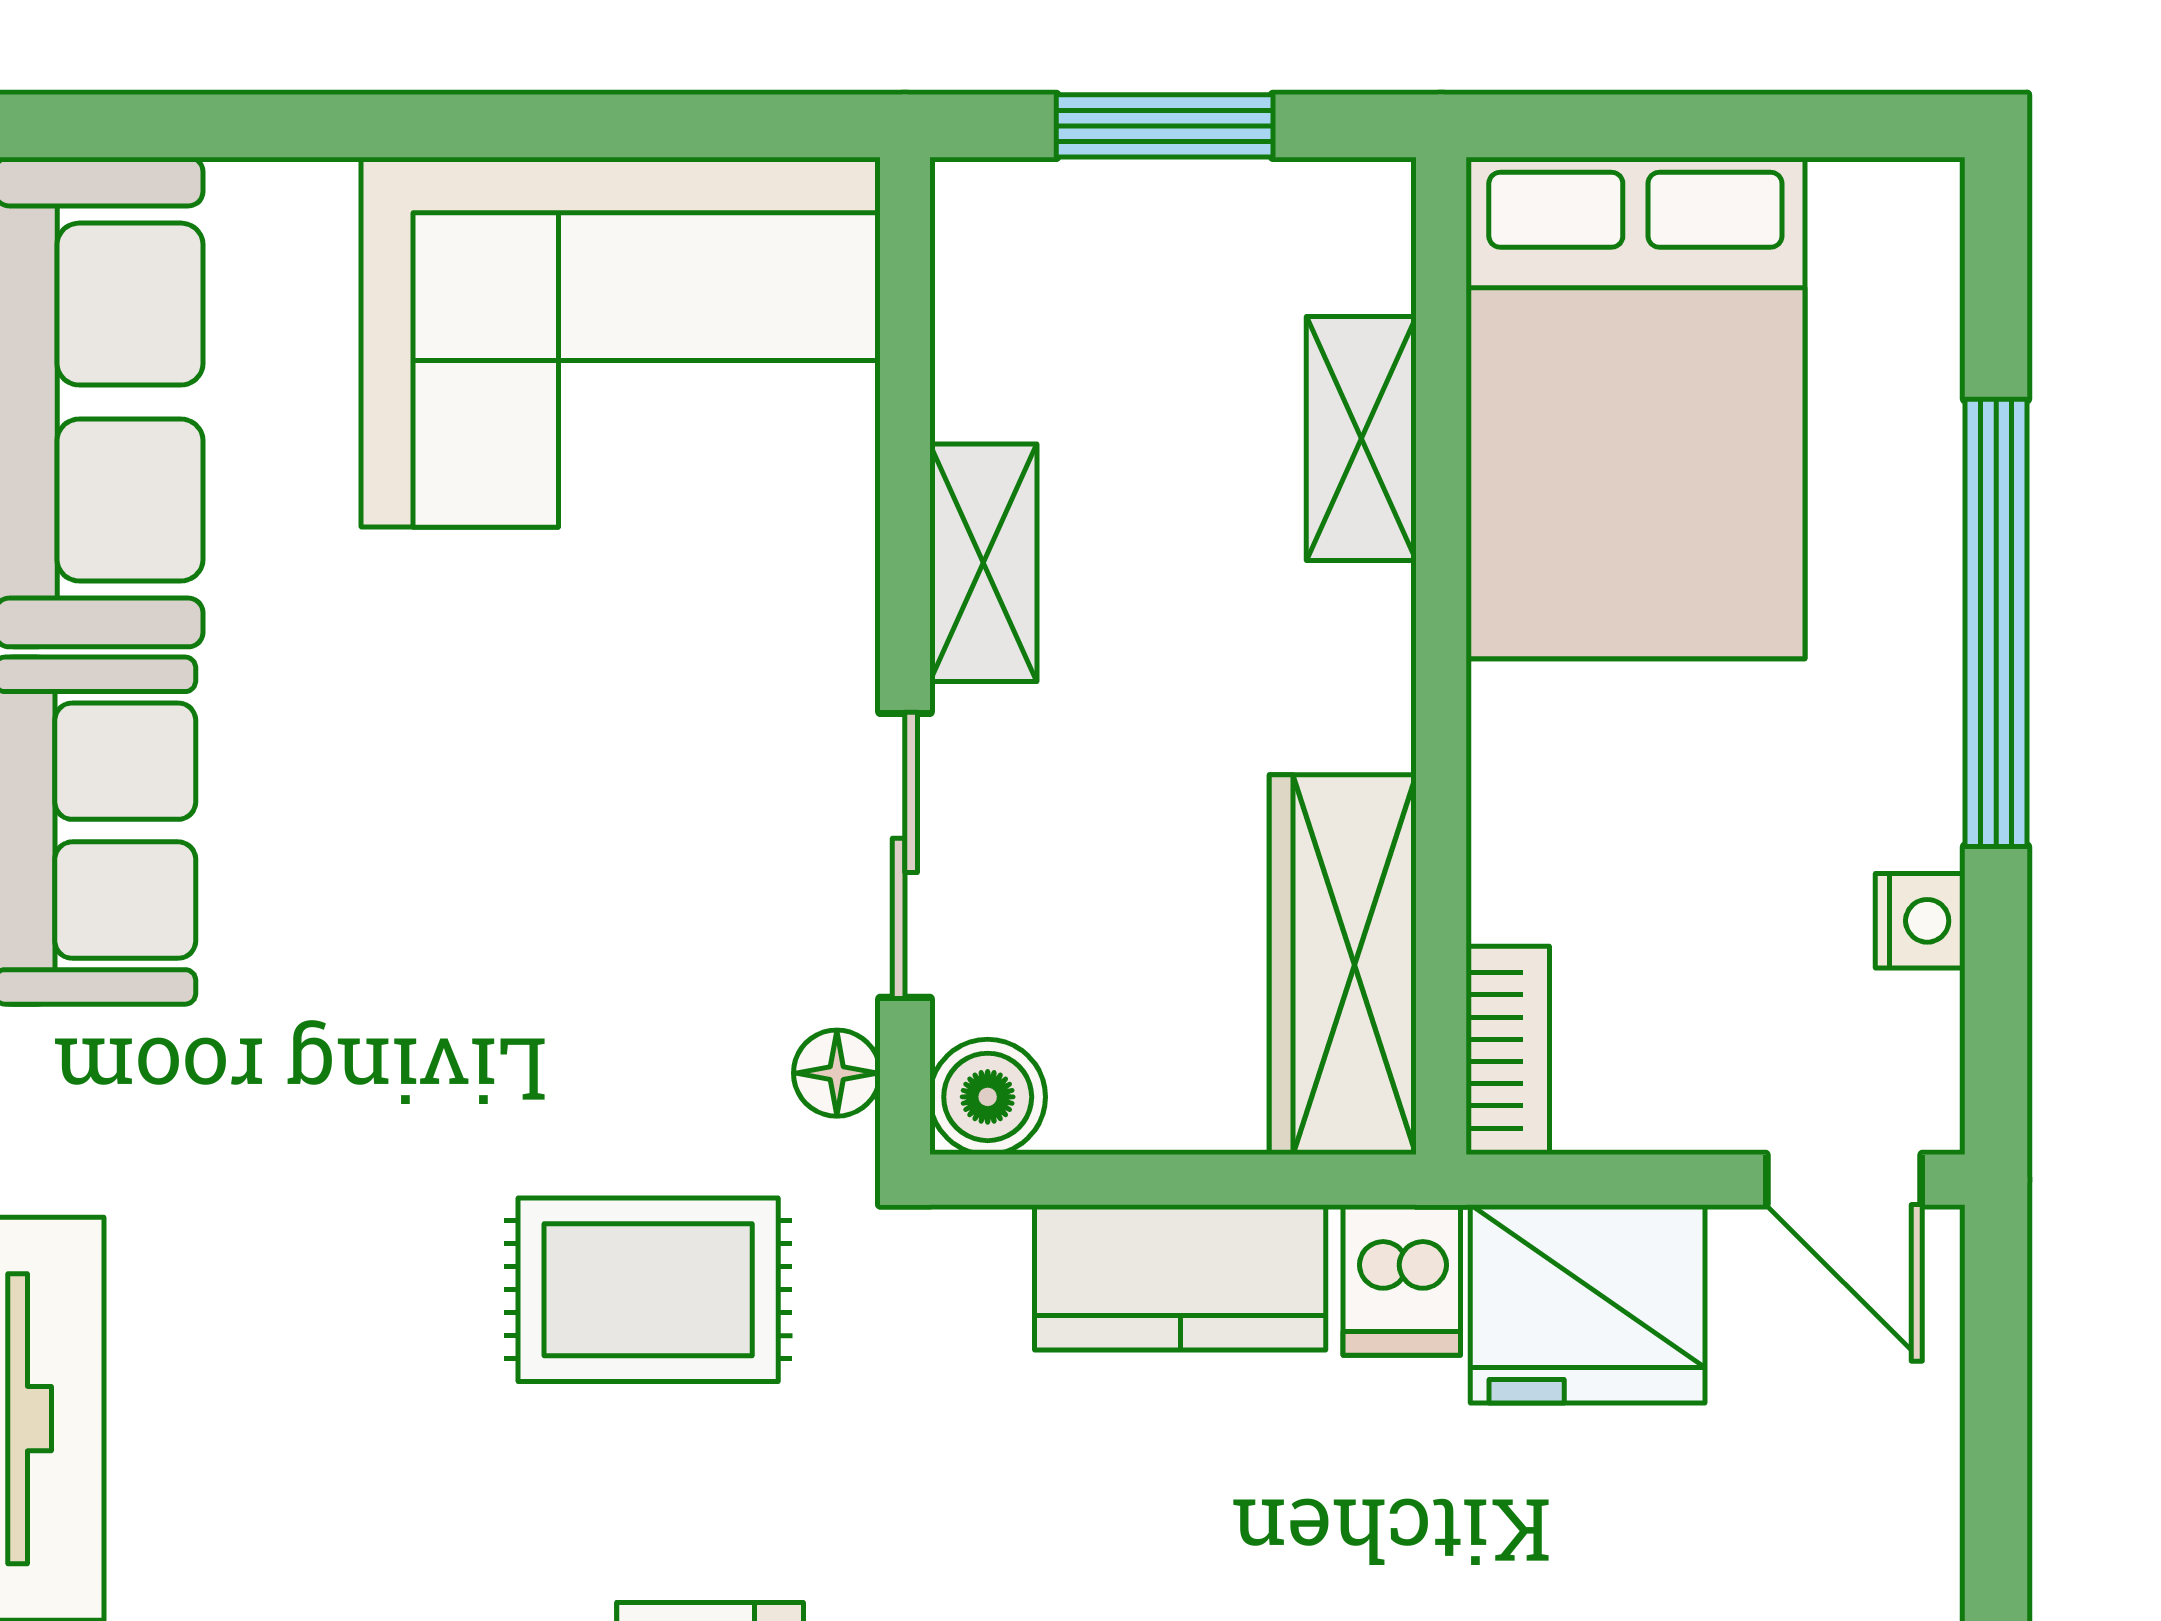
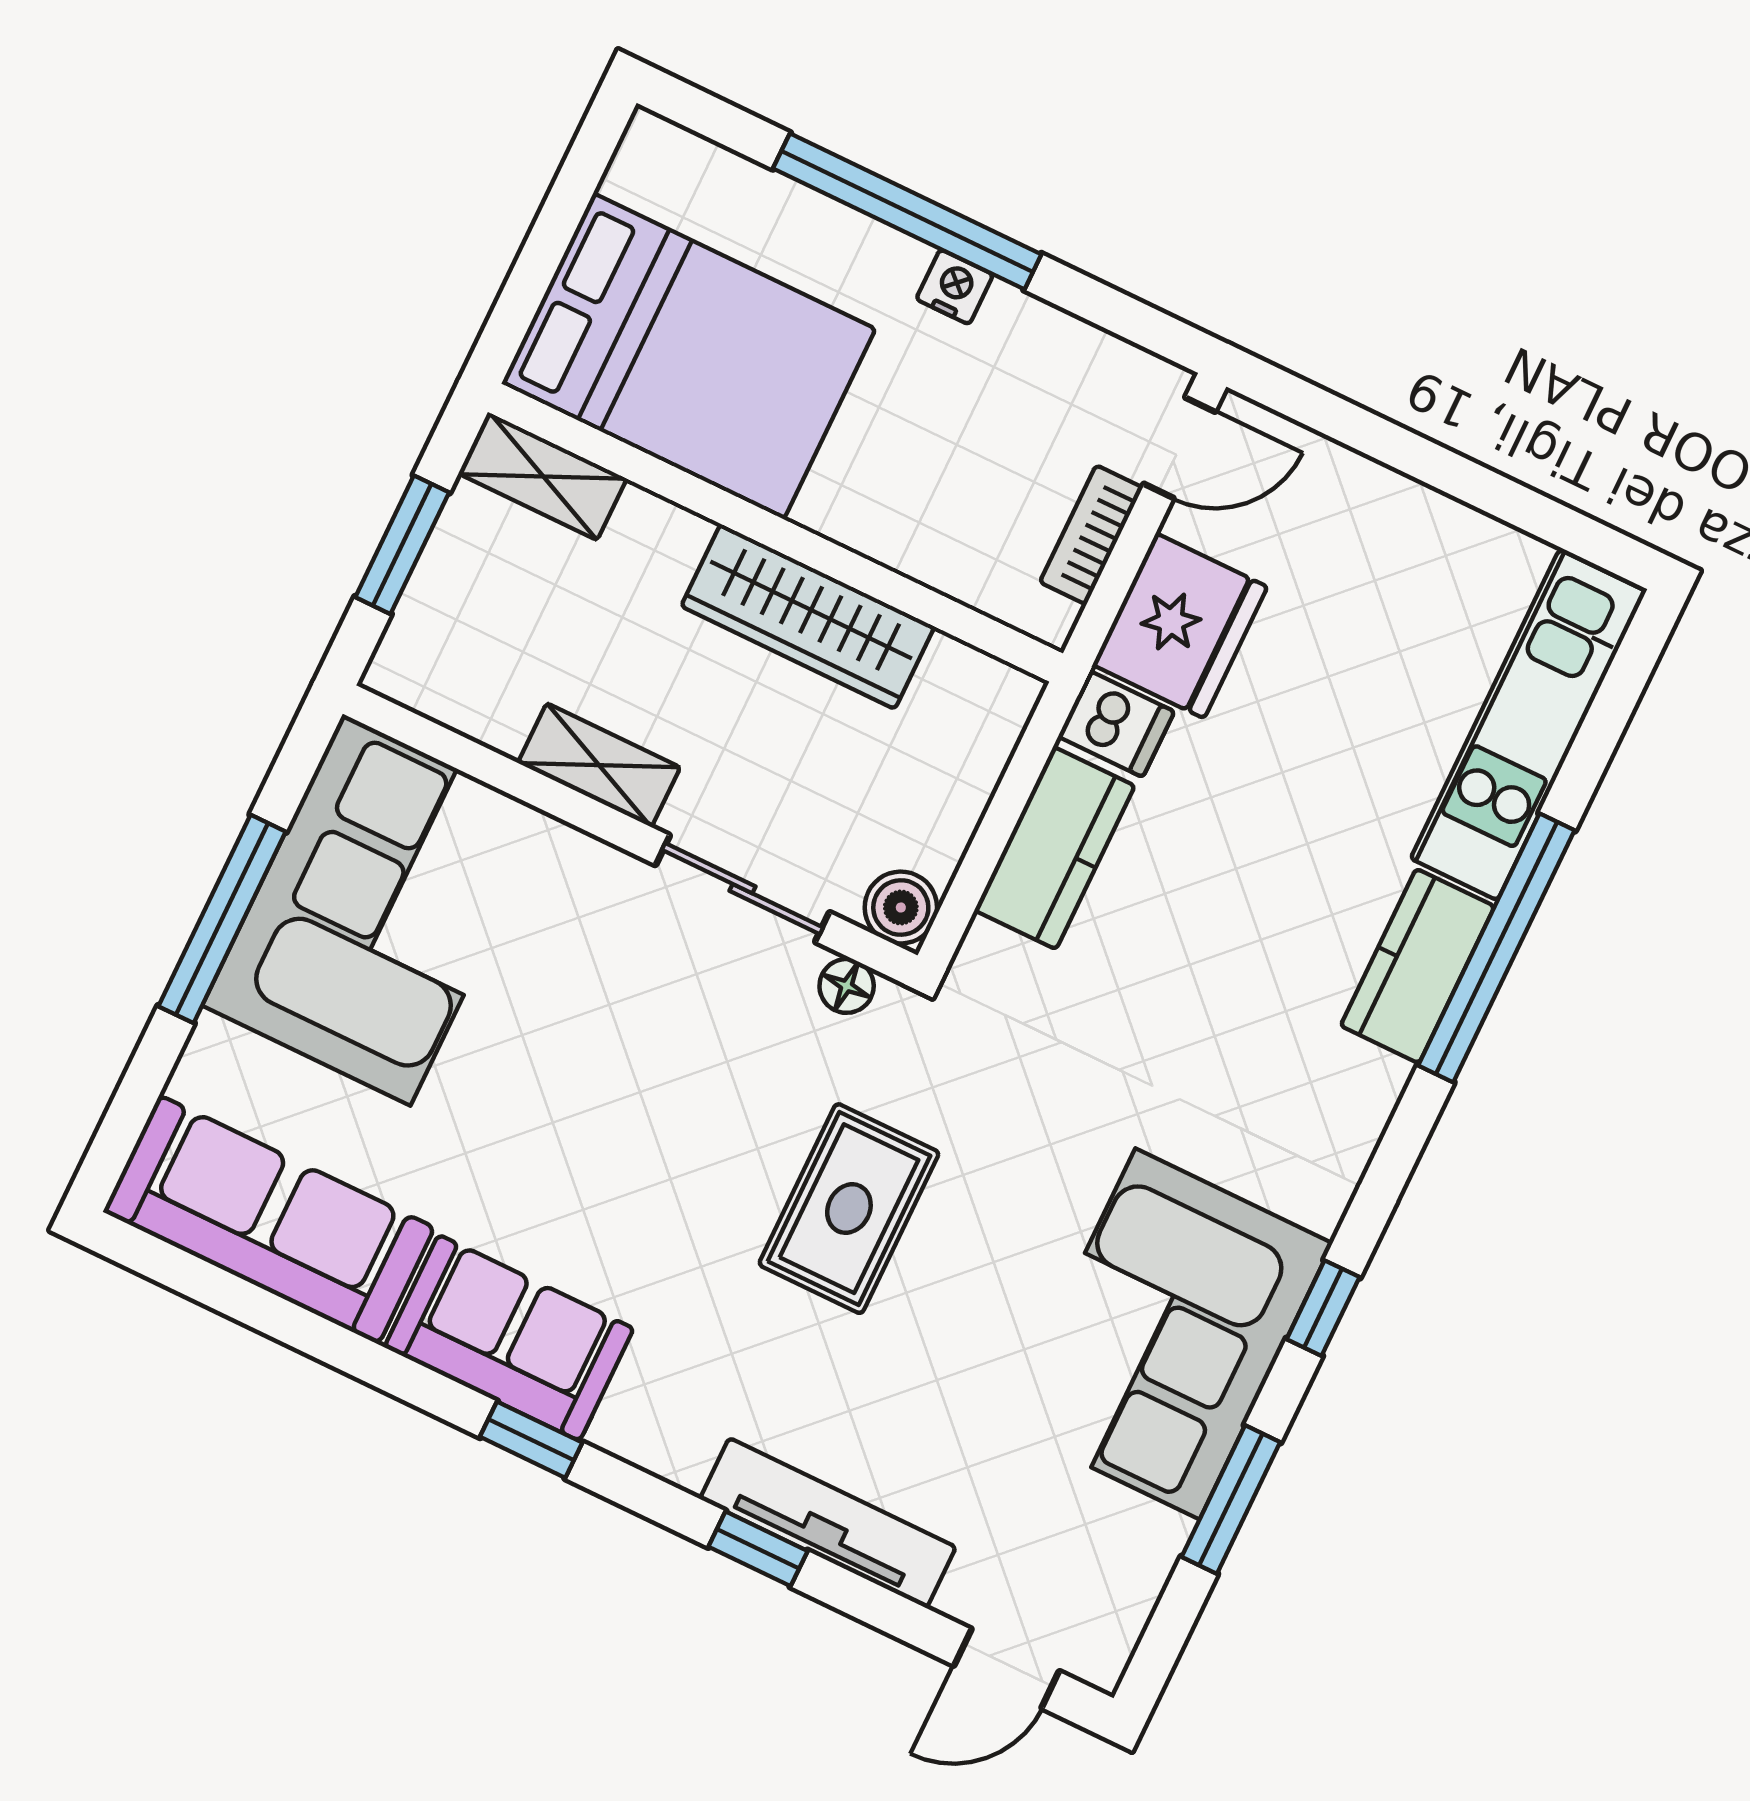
window: (500, 126) -> (222, 919), added
shelving: (1361, 439) -> (543, 476), moved
nightstand: (1920, 921) -> (955, 287), moved
wardrobe: (1343, 965) -> (808, 617), moved
bookcase: (1508, 1050) -> (1091, 535), moved, turned -90
rug: (648, 1290) -> (849, 1209), moved

